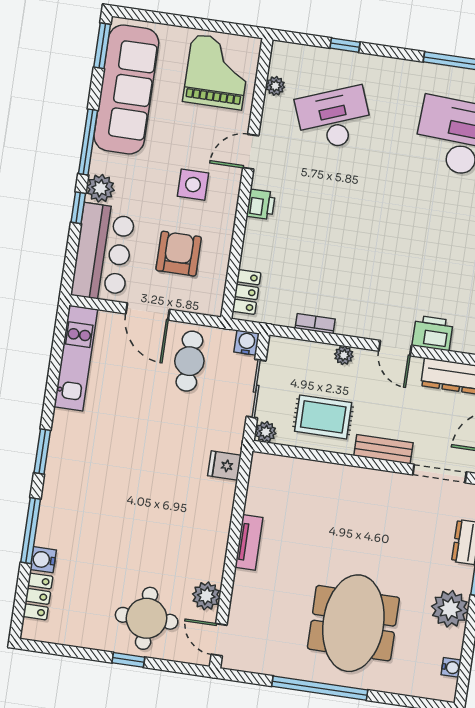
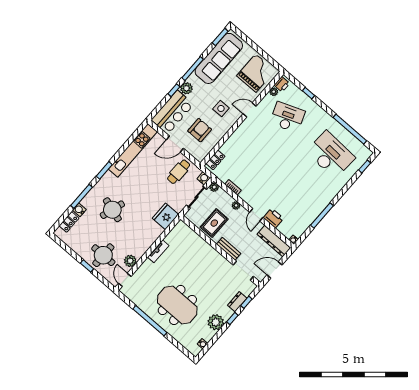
printer: (261, 204) -> (282, 84), moved
door: (148, 312) -> (175, 144), hinge flipped
kitchen unit: (76, 358) -> (133, 150), width x1.36
rug: (323, 417) -> (214, 223), turned 90
plant: (266, 432) -> (214, 187), moved
fridge: (224, 465) -> (165, 216), width x1.88, depth x1.34
round table: (107, 518) -> (112, 210), added
meeting table: (353, 623) -> (177, 305), turned 90

